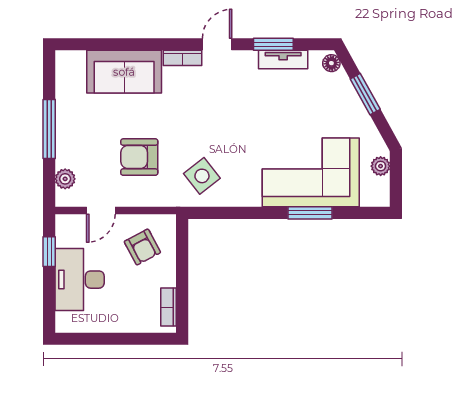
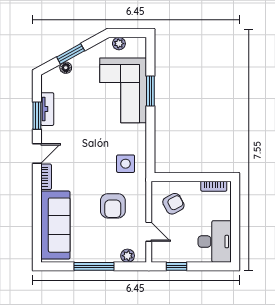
door: (217, 44) -> (37, 153), swing flipped
floor lamp: (331, 63) -> (66, 68), moved
sofa: (124, 72) -> (55, 225), width x1.36
side table: (202, 176) -> (126, 164), turned 38
desk: (80, 280) -> (215, 242), moved, turned -90

